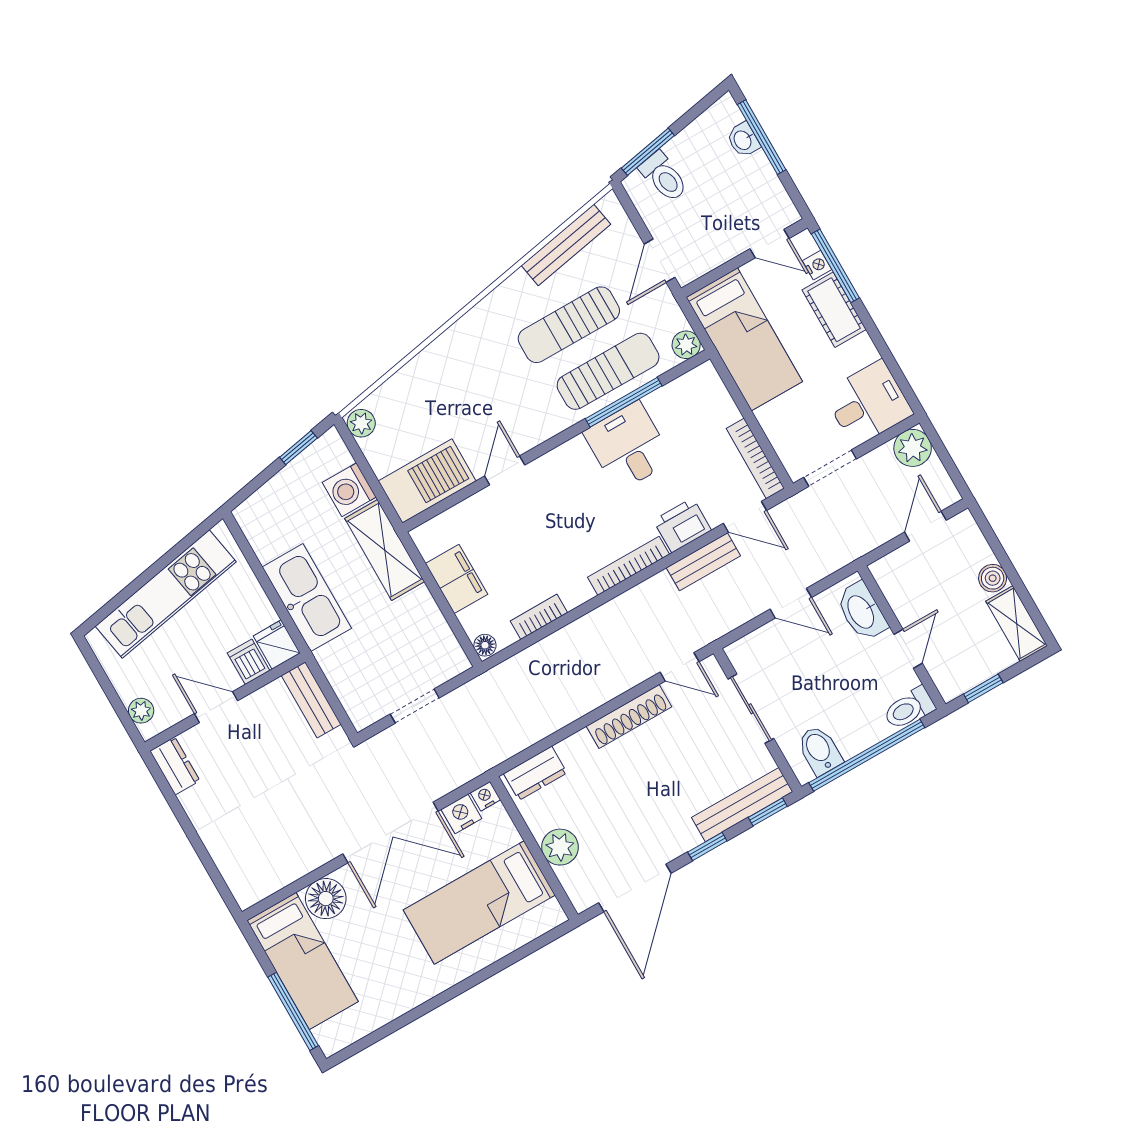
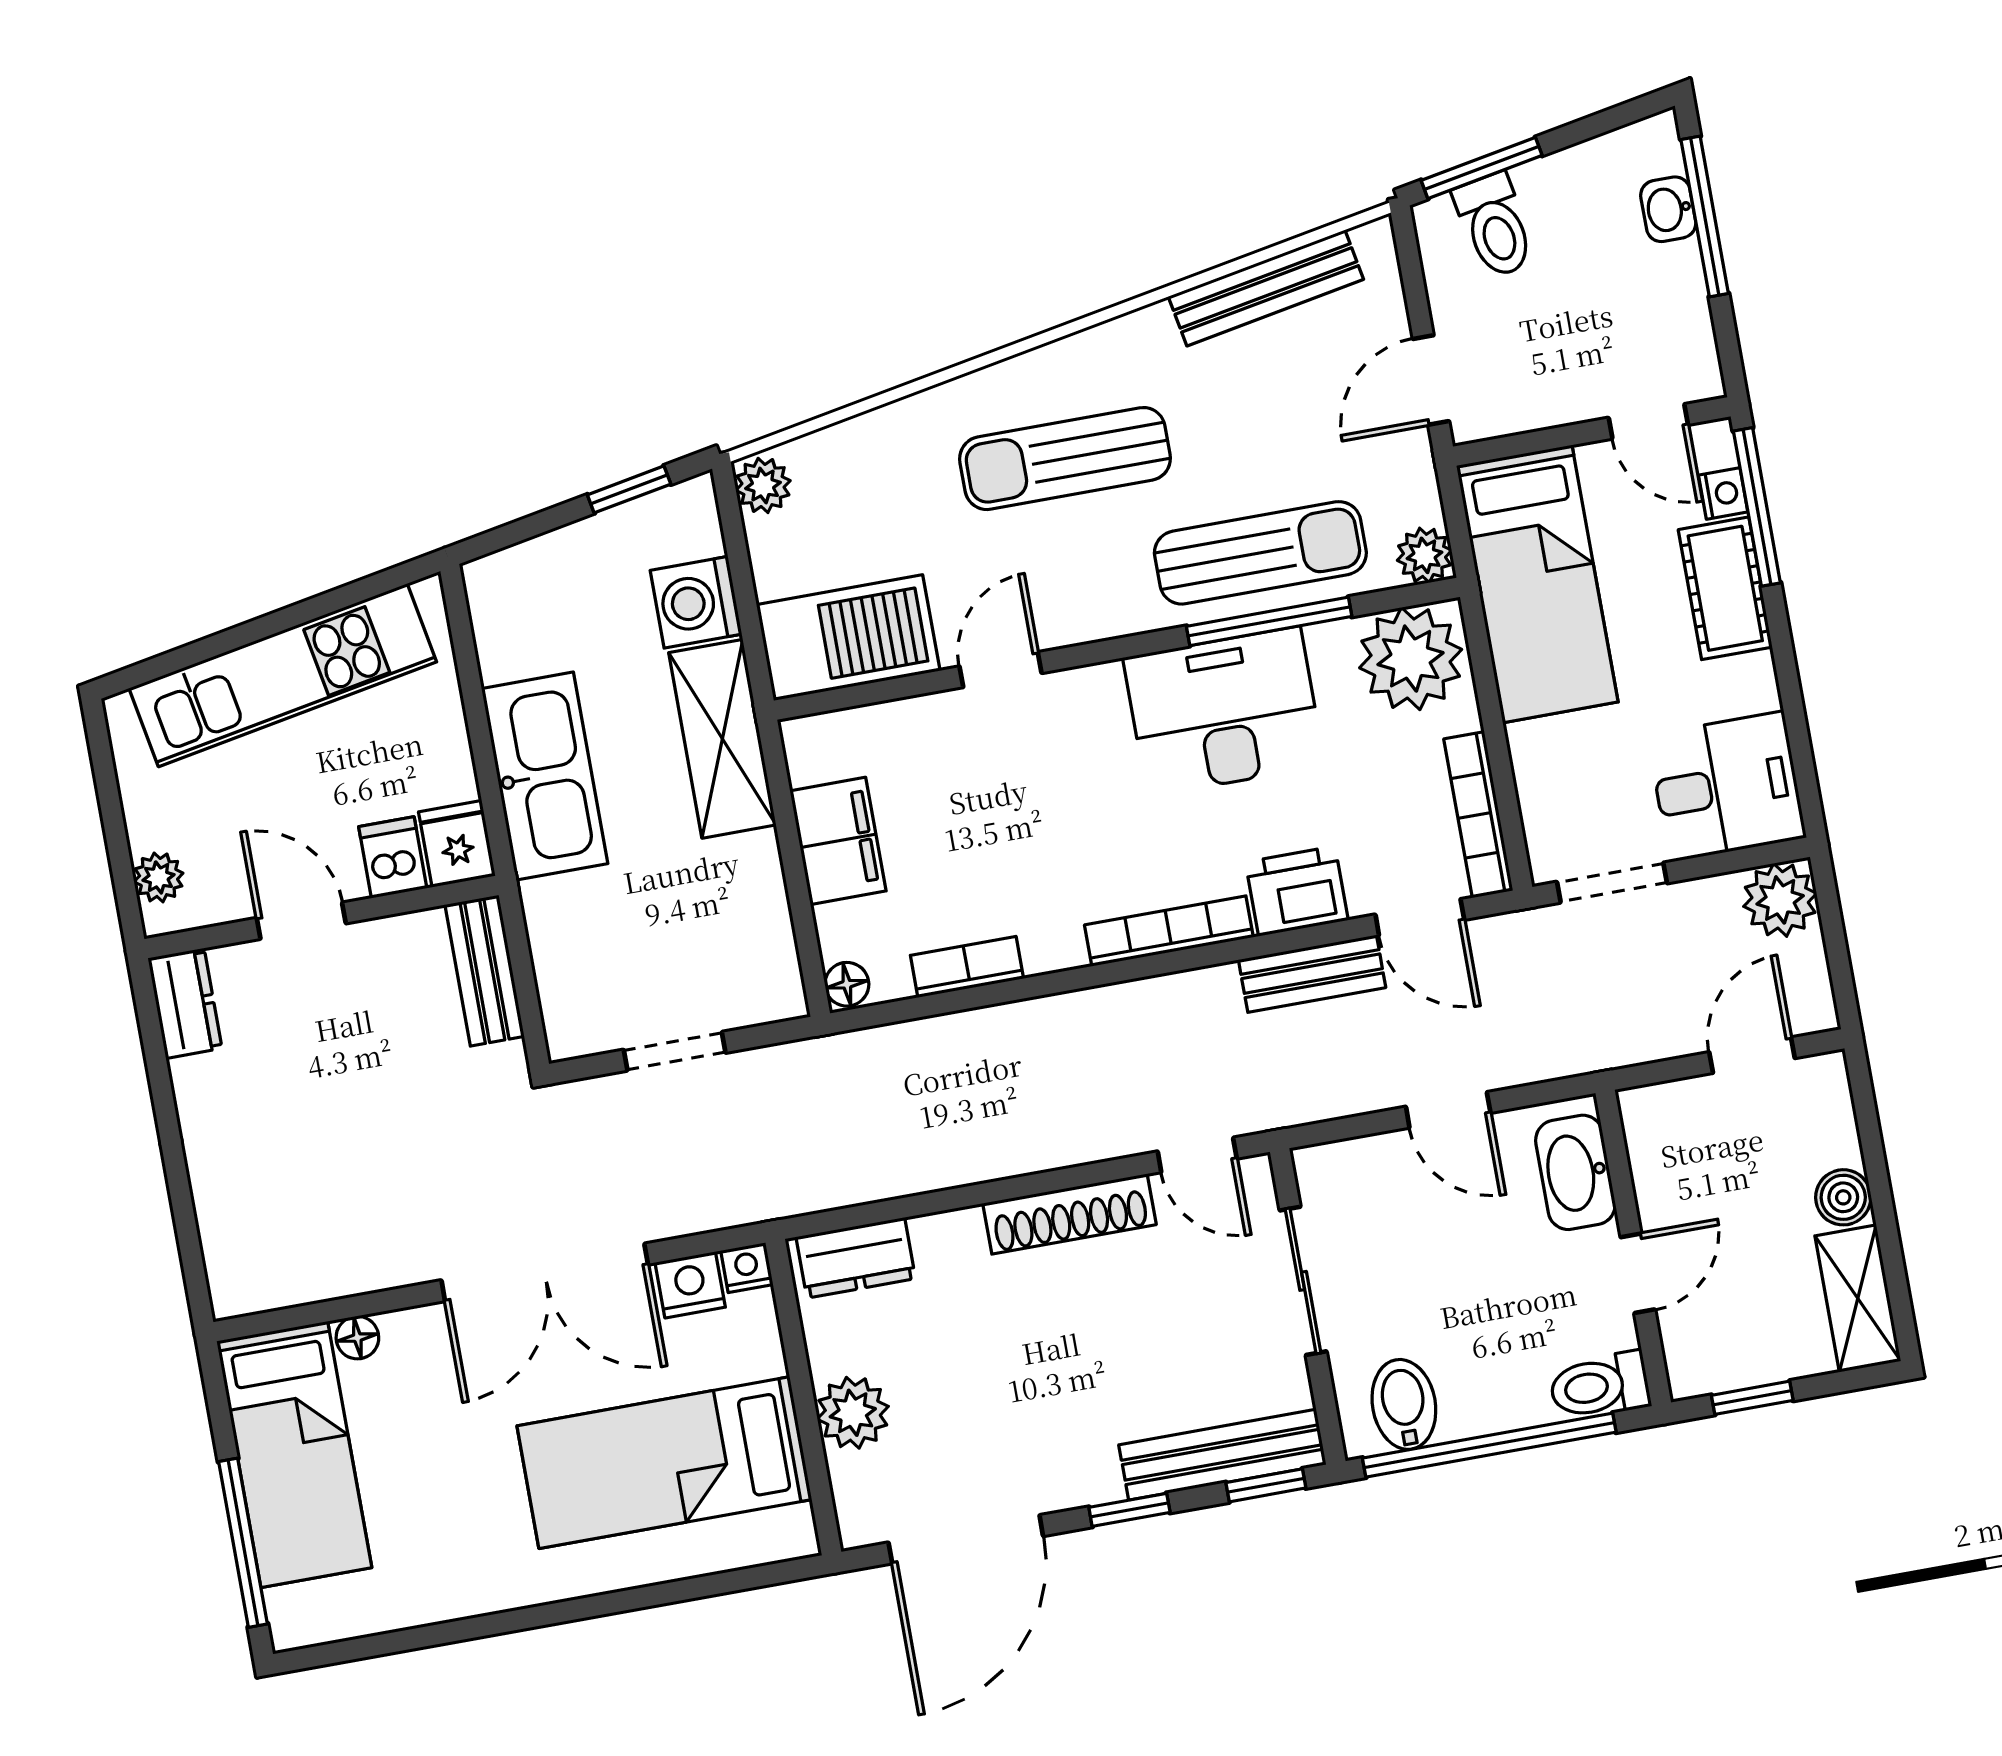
sun lounger: (569, 325) -> (1065, 459), moved
plant: (697, 396) -> (1411, 659), added
desk: (628, 446) -> (1224, 712), width x1.37
floor lamp: (326, 899) -> (357, 1338), width x0.53, depth x0.53

